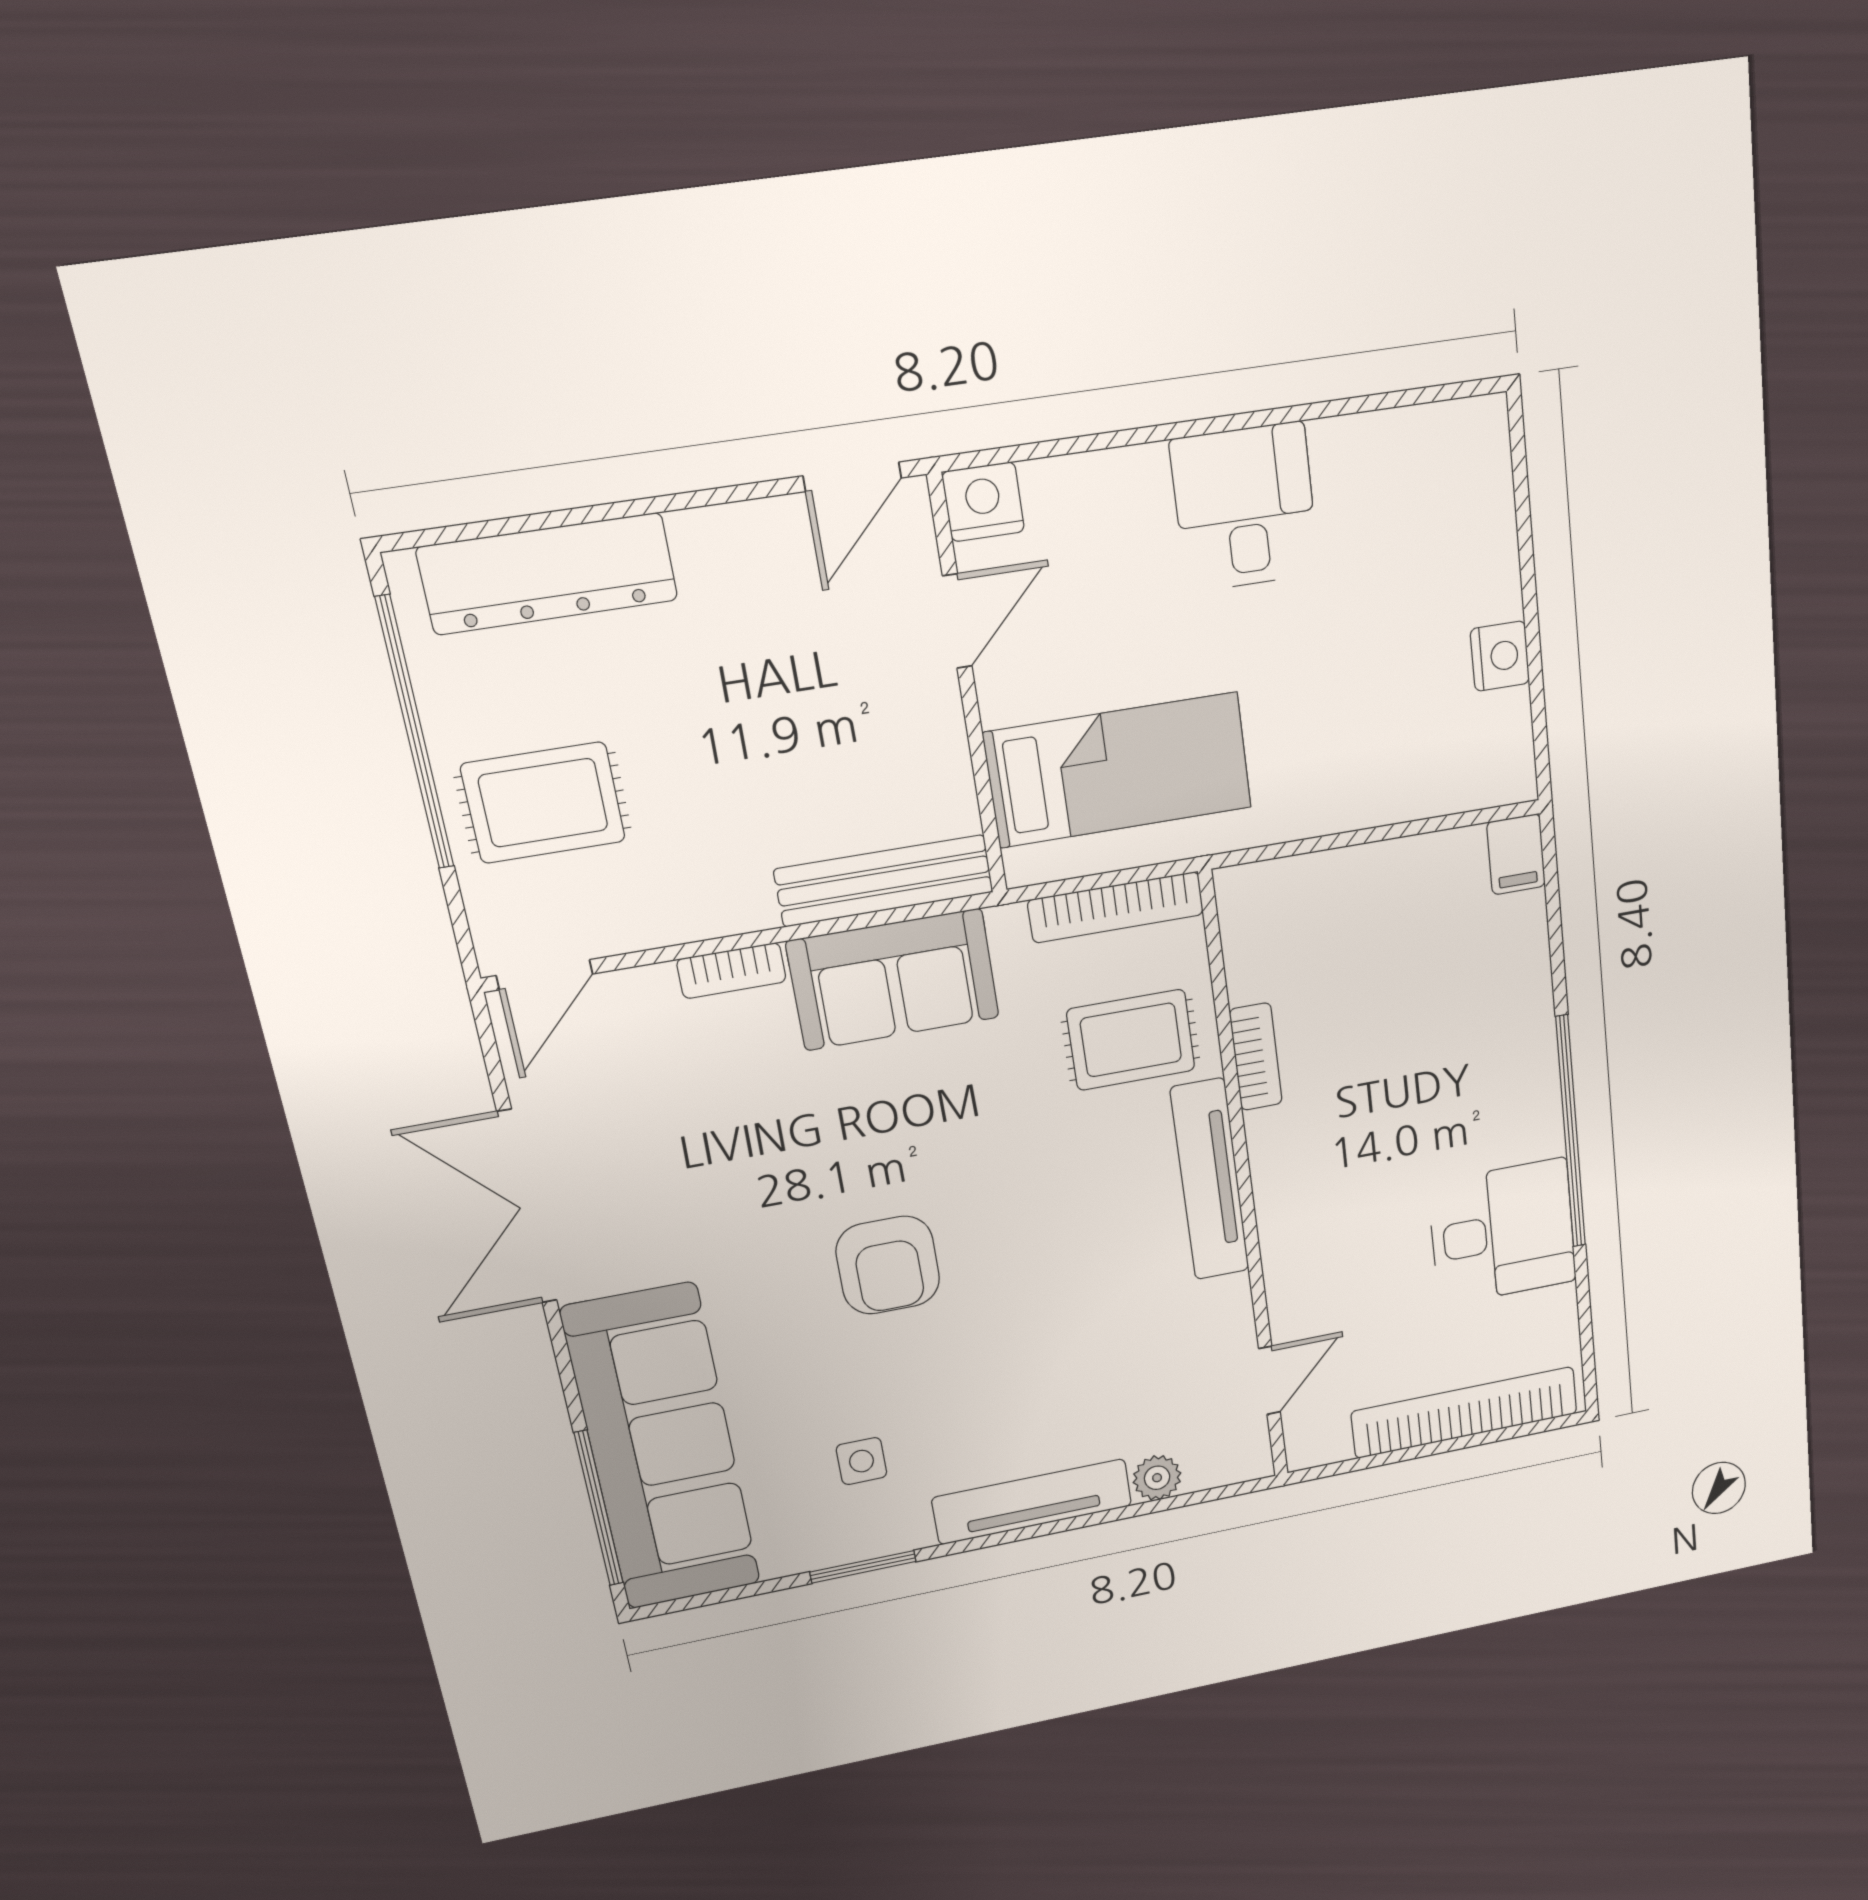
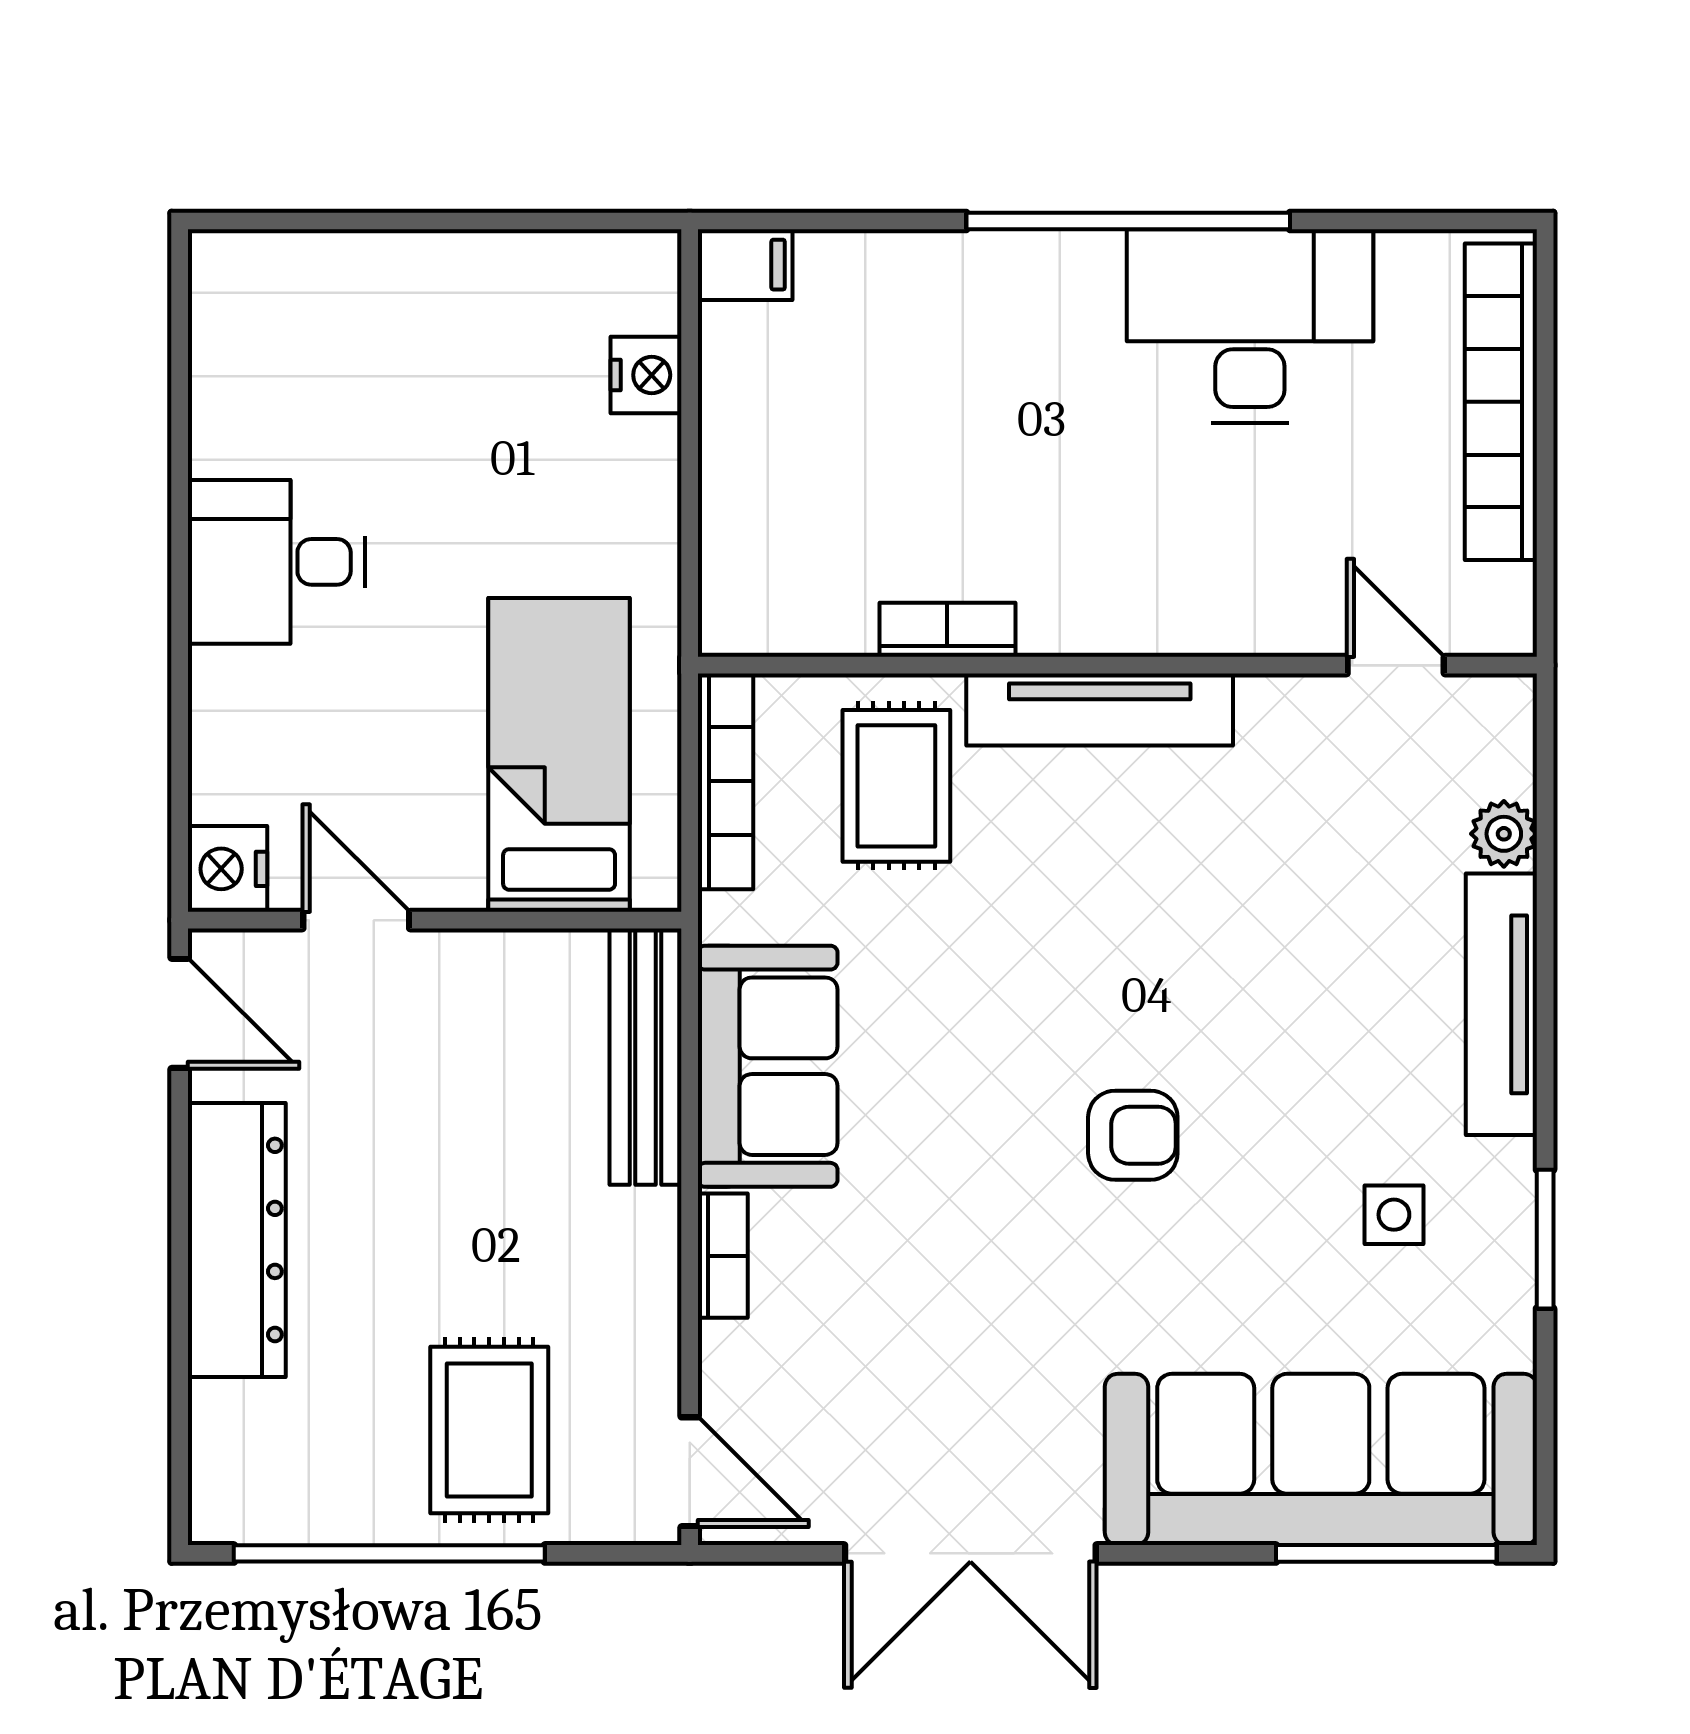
dresser: (548, 574) -> (237, 1240), moved
nightstand: (1500, 656) -> (646, 375), moved, turned 90
desk: (1503, 1232) -> (1250, 326), width x1.37
armchair: (888, 1265) -> (1133, 1135), width x0.72, depth x0.72

